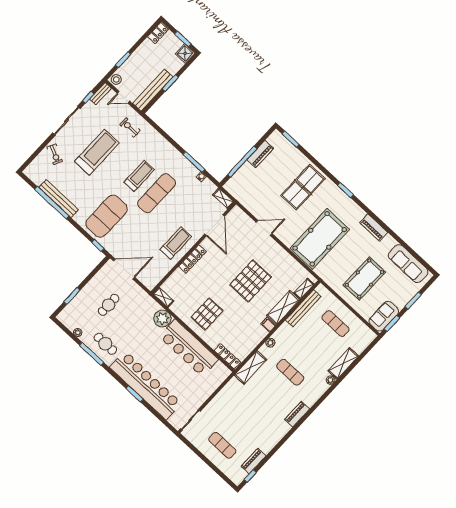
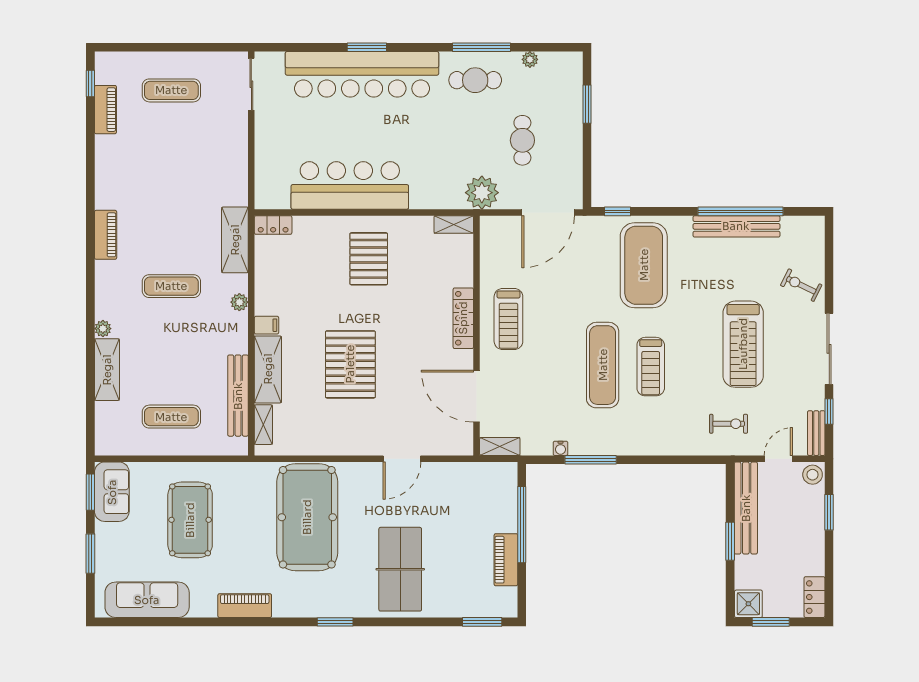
plant: (162, 319) -> (482, 193), moved
locker: (227, 356) -> (273, 225), width x0.66

